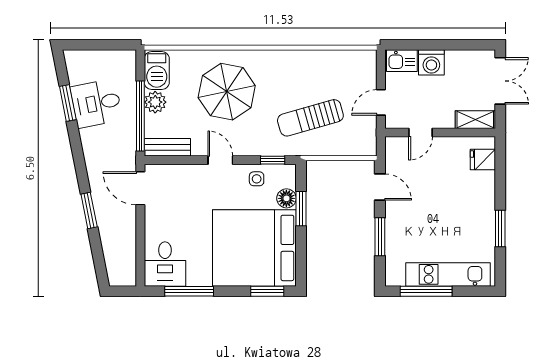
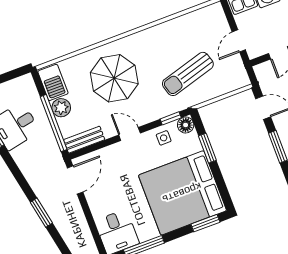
door: (140, 188) -> (75, 180), swing flipped
floor lamp: (286, 198) -> (186, 125), moved

